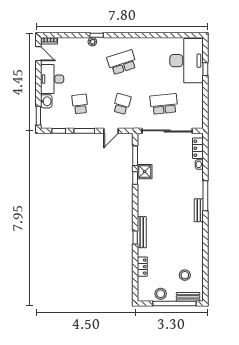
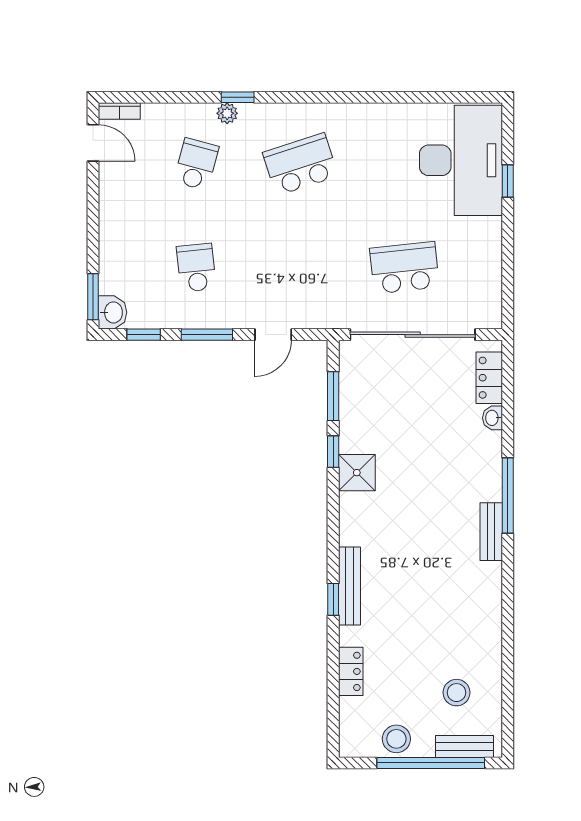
desk: (52, 79) -> (127, 206), removed
washbasin: (46, 101) -> (113, 312), moved
school desk: (122, 104) -> (196, 164), moved
shower: (145, 172) -> (357, 473), moved

